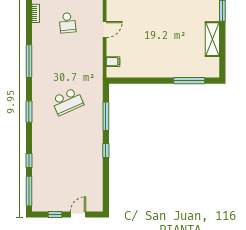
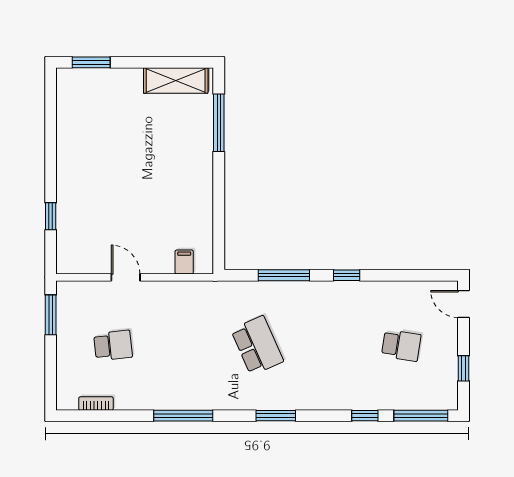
shelving: (212, 39) -> (176, 81), moved
school desk: (67, 180) -> (401, 345), added
door: (78, 215) -> (464, 304), moved

